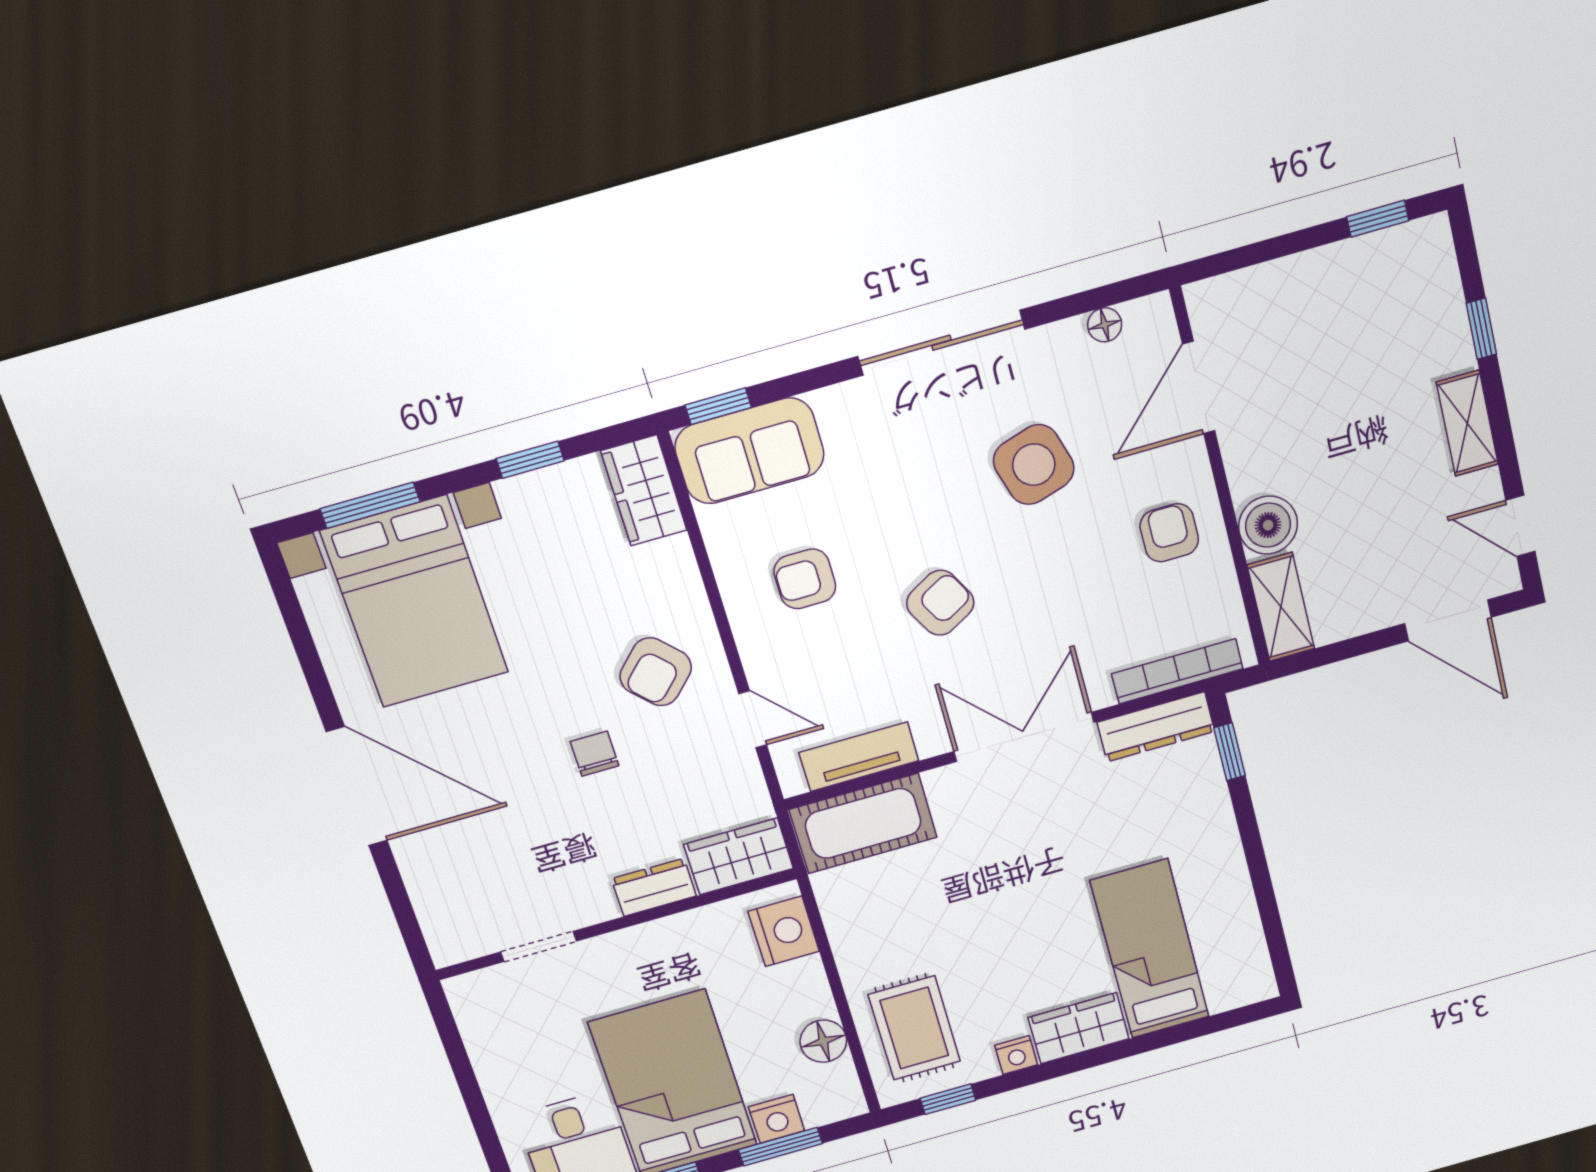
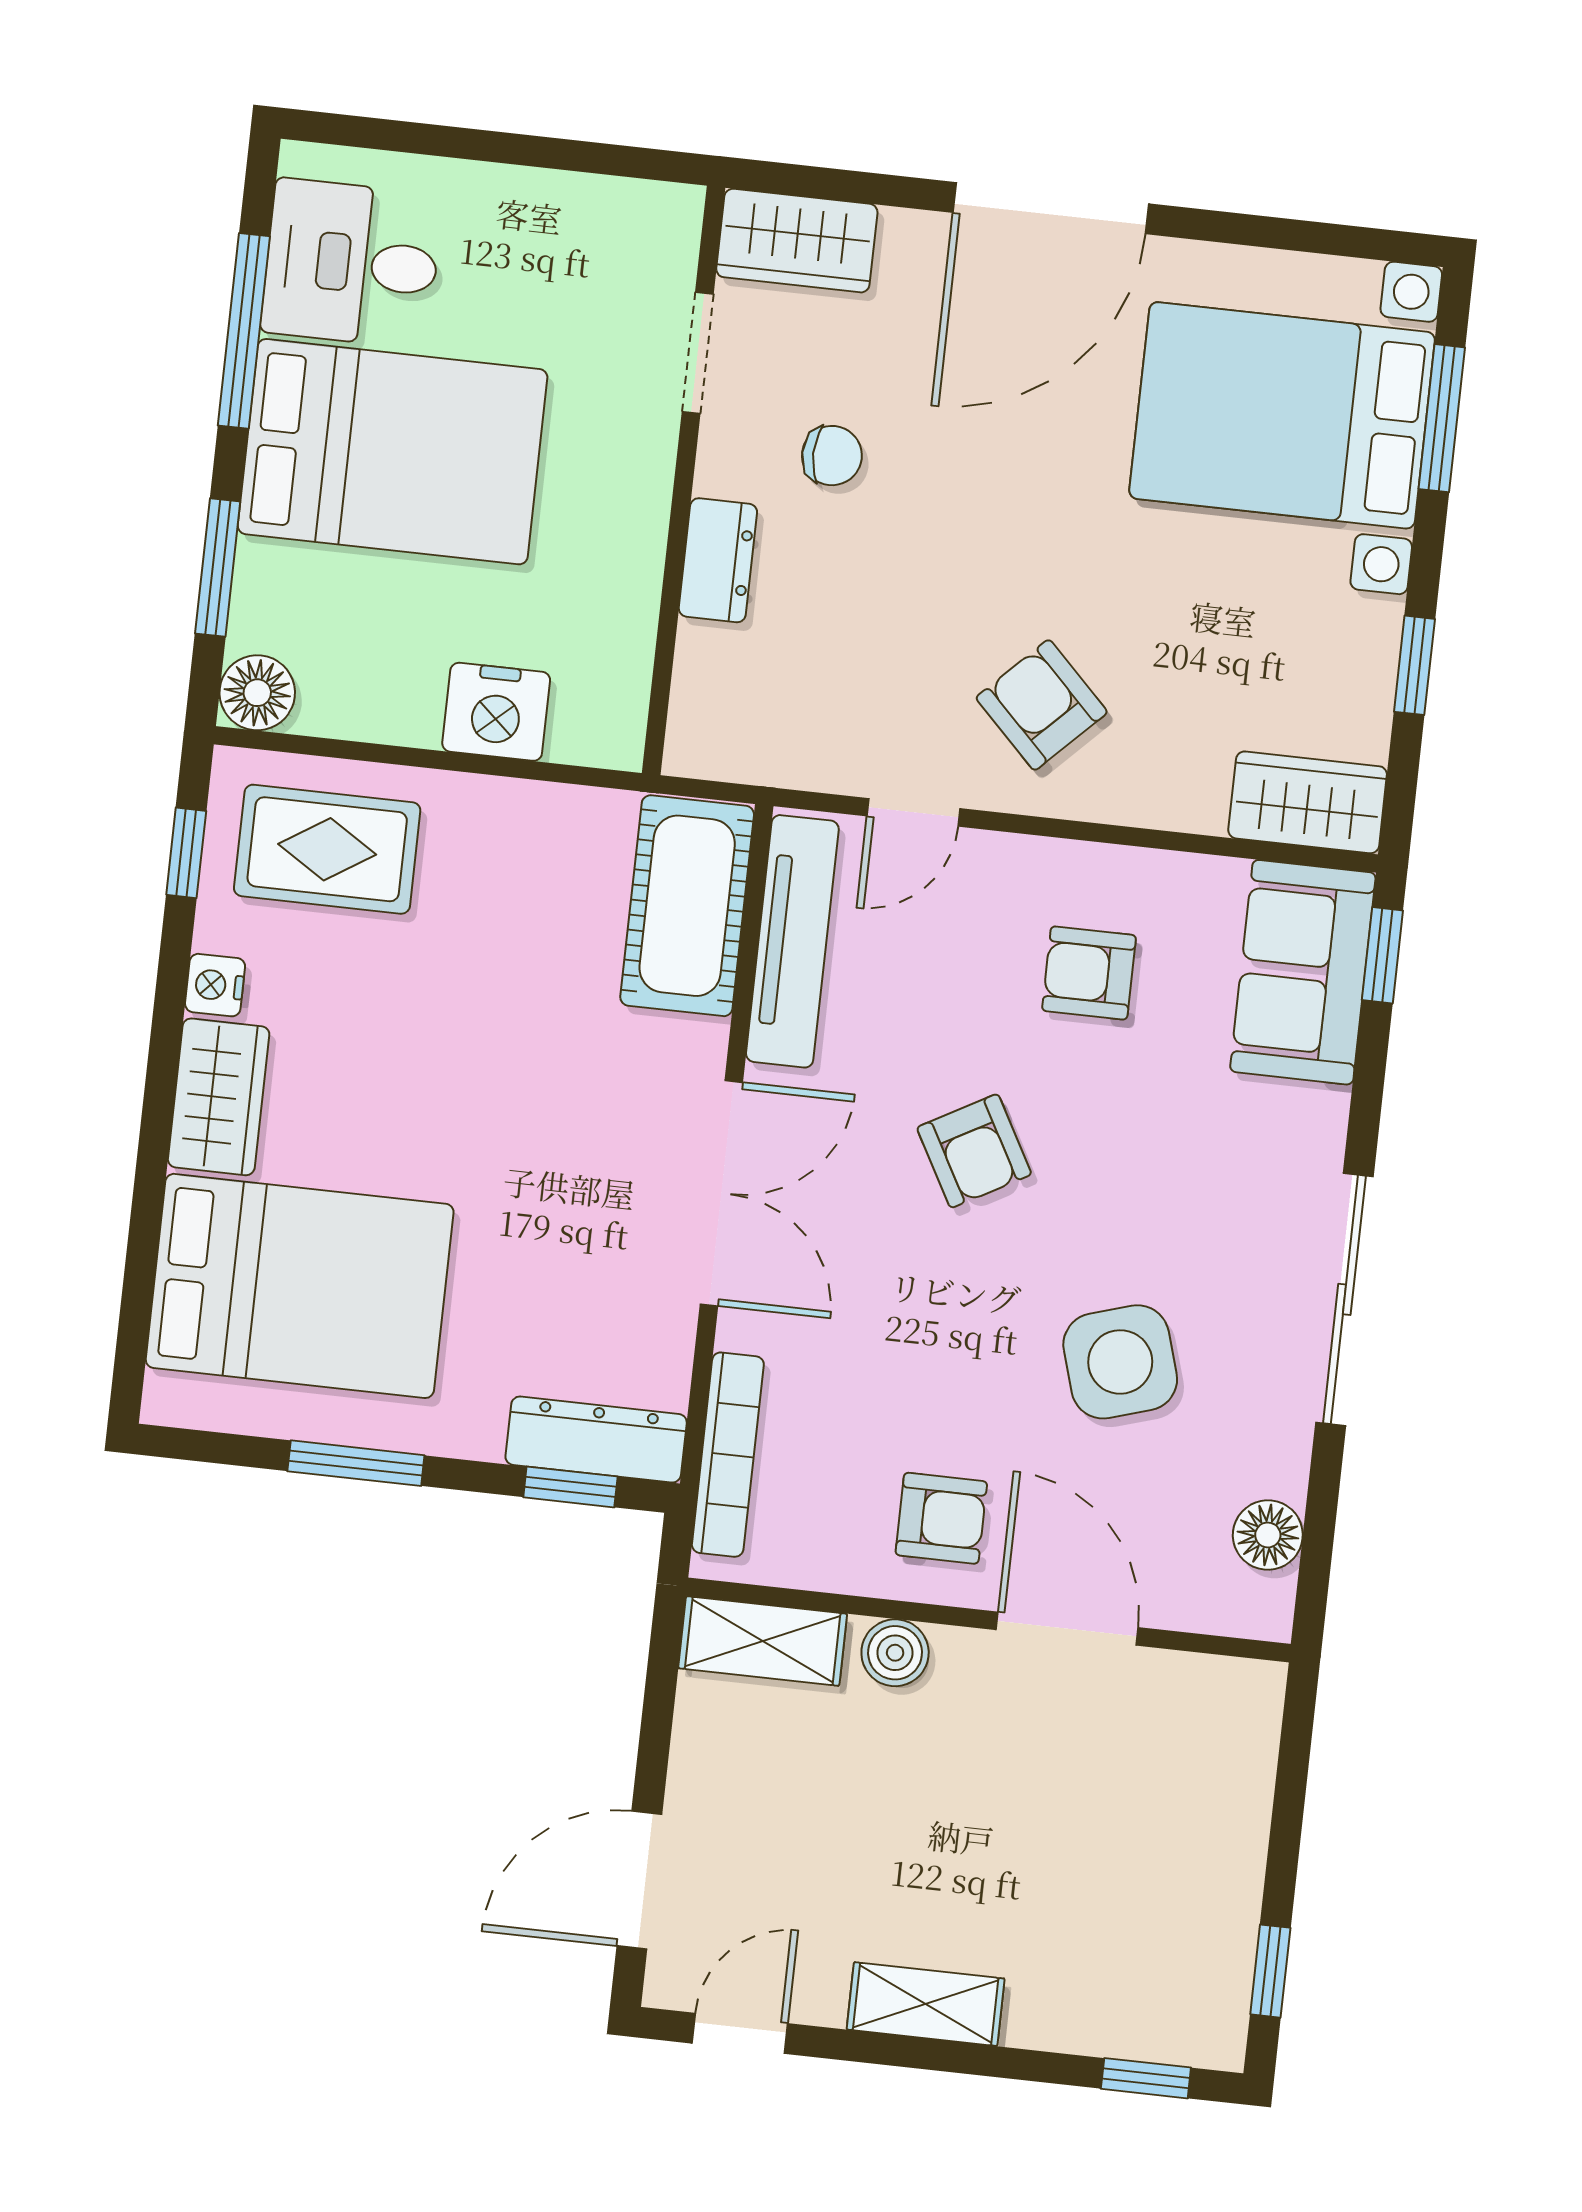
floor lamp: (1105, 325) -> (1268, 1535), width x1.37, depth x1.37
window: (1481, 329) -> (1146, 2078), moved
door: (1199, 388) -> (1067, 1629), moved
boiler: (1268, 525) -> (895, 1653), width x0.73, depth x0.73
armchair: (805, 579) -> (1089, 973), turned -90
dresser: (1156, 727) -> (596, 1439), moved, turned 90
chair: (595, 754) -> (832, 456), moved
tv unit: (859, 757) -> (792, 941), width x1.41
wardrobe: (739, 856) -> (797, 241), moved, turned 90
window: (1260, 874) -> (356, 1463), added
nightstand: (784, 931) -> (496, 712), moved
bed: (1150, 949) -> (300, 1286), width x1.50
floor lamp: (823, 1041) -> (257, 693), moved
nightstand: (777, 1119) -> (267, 581), removed

